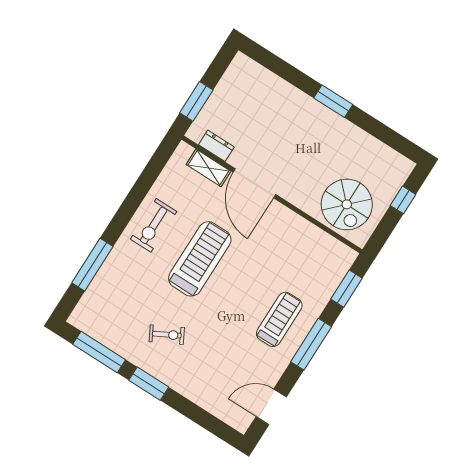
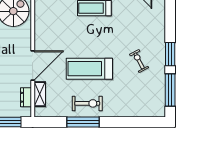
window: (92, 265) -> (83, 122), moved

